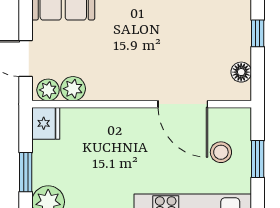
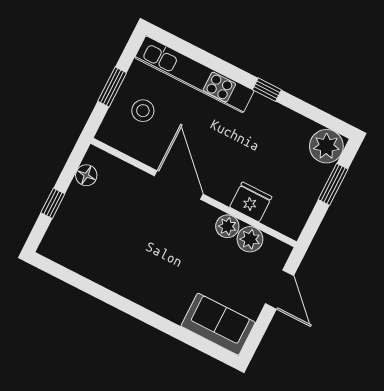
plant: (48, 90) -> (227, 226), moved
door: (183, 104) -> (179, 185), moved
fridge: (46, 123) -> (251, 202), moved, turned 90

